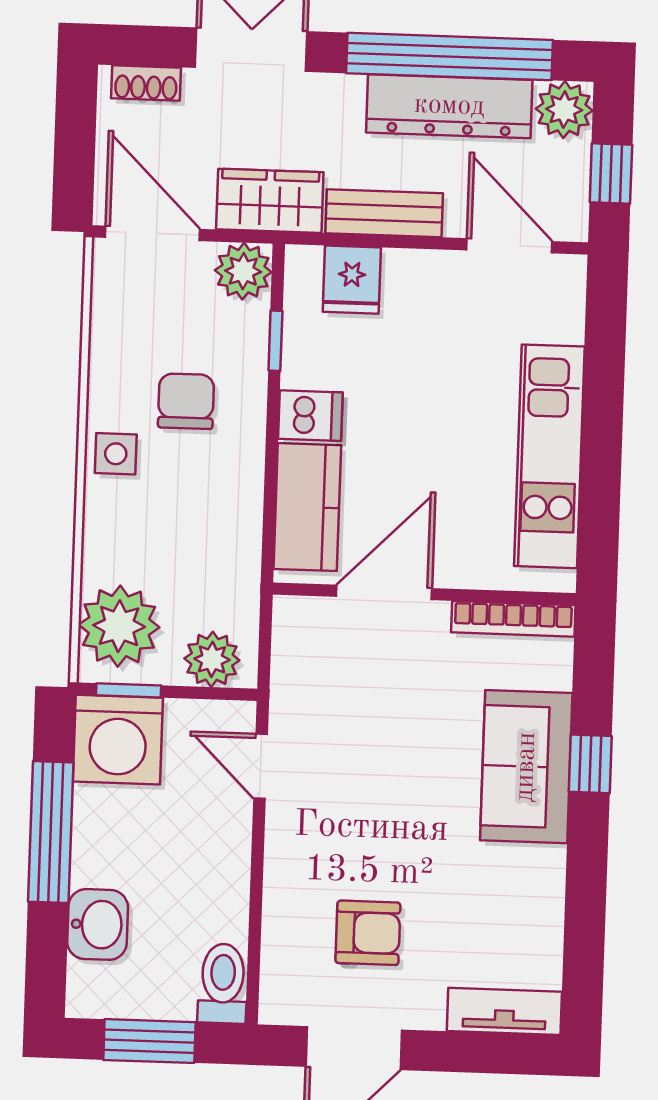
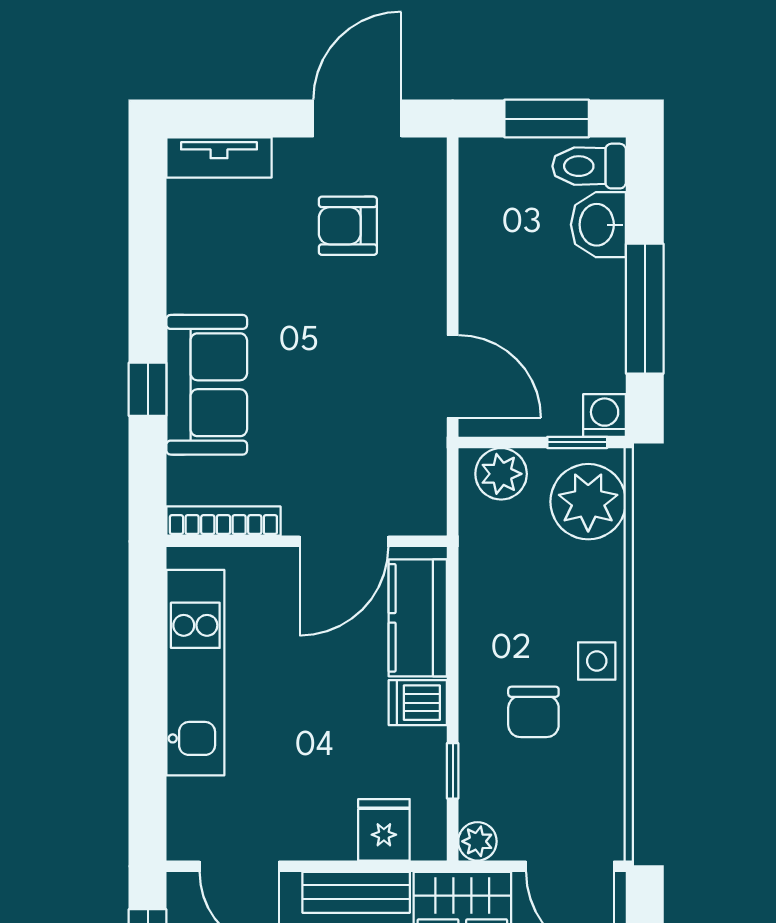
plant: (243, 271) -> (477, 841), width x0.73, depth x0.73
washing machine: (118, 740) -> (605, 415), width x0.53, depth x0.53
door: (261, 766) -> (453, 376), width x1.38
toilet: (223, 983) -> (589, 166), moved, turned 90

